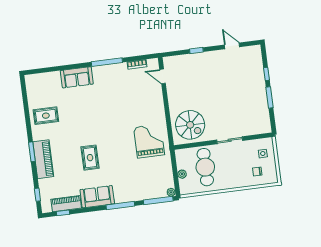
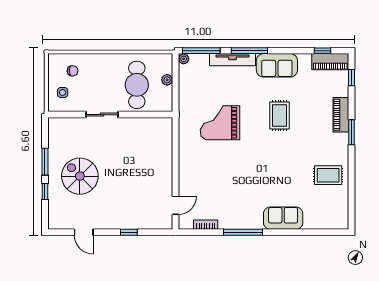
door: (163, 76) -> (176, 205), hinge flipped
spiral stairs: (190, 125) -> (80, 176), moved
grand piano: (149, 141) -> (220, 123), moved, turned 90
piano: (43, 159) -> (341, 115), width x0.73, depth x0.75
tv unit: (133, 197) -> (232, 60), added
piano: (66, 204) -> (330, 62), moved

